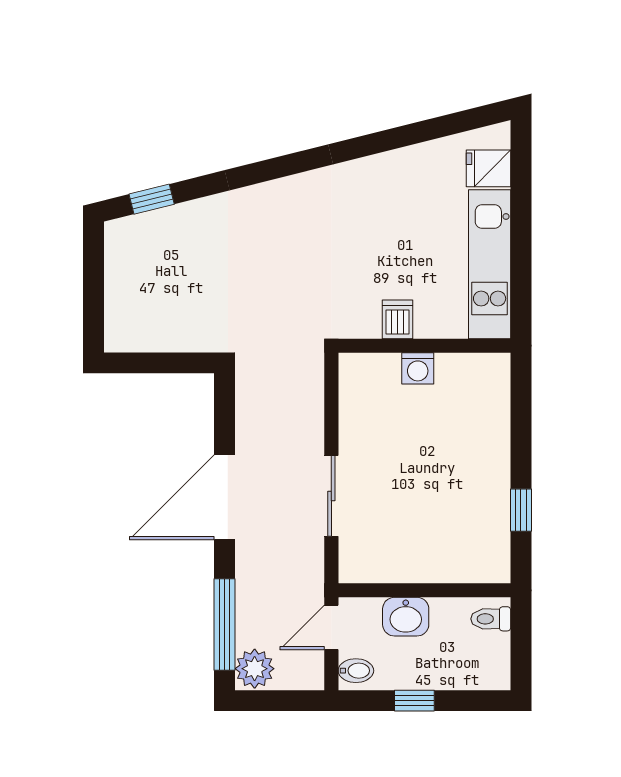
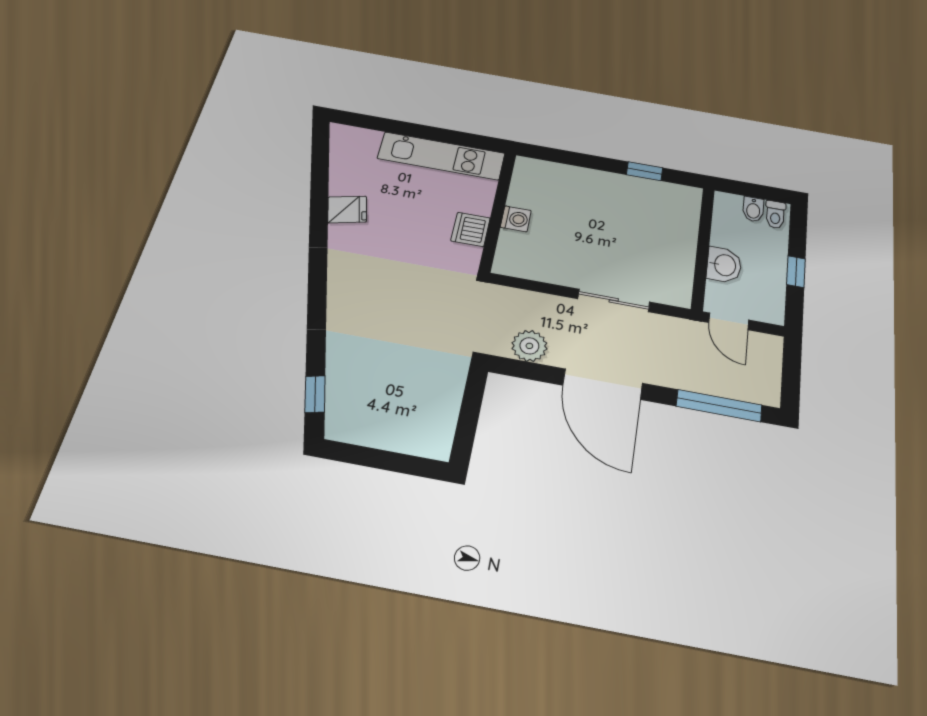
fridge: (488, 168) -> (347, 209), moved, turned -104
dishwasher: (398, 319) -> (471, 229), width x1.38
toilet: (491, 619) -> (775, 215), moved
plant: (255, 669) -> (529, 346), moved
bidet: (356, 671) -> (753, 209), moved, turned 180

